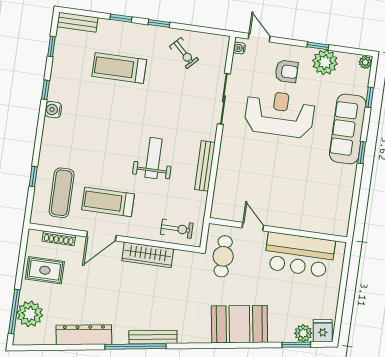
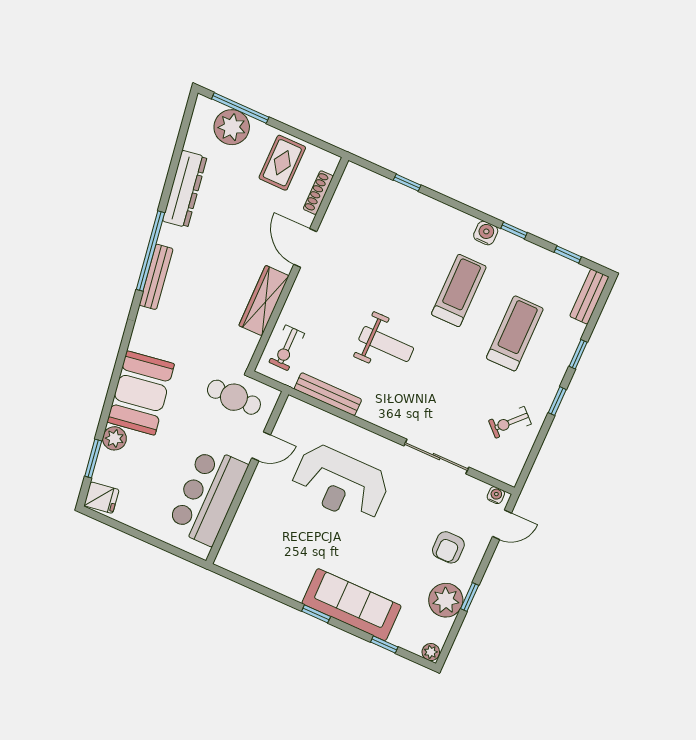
reception desk: (280, 114) -> (340, 483), moved, turned 90
bench: (205, 166) -> (328, 394), moved
exercise mat: (62, 193) -> (376, 213), removed
treadmill: (108, 202) -> (459, 290), moved
plant: (303, 333) -> (114, 438), moved

